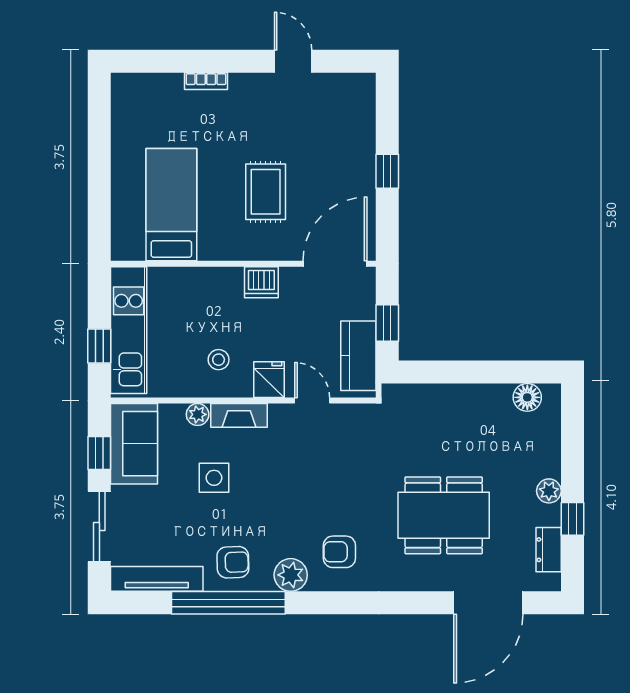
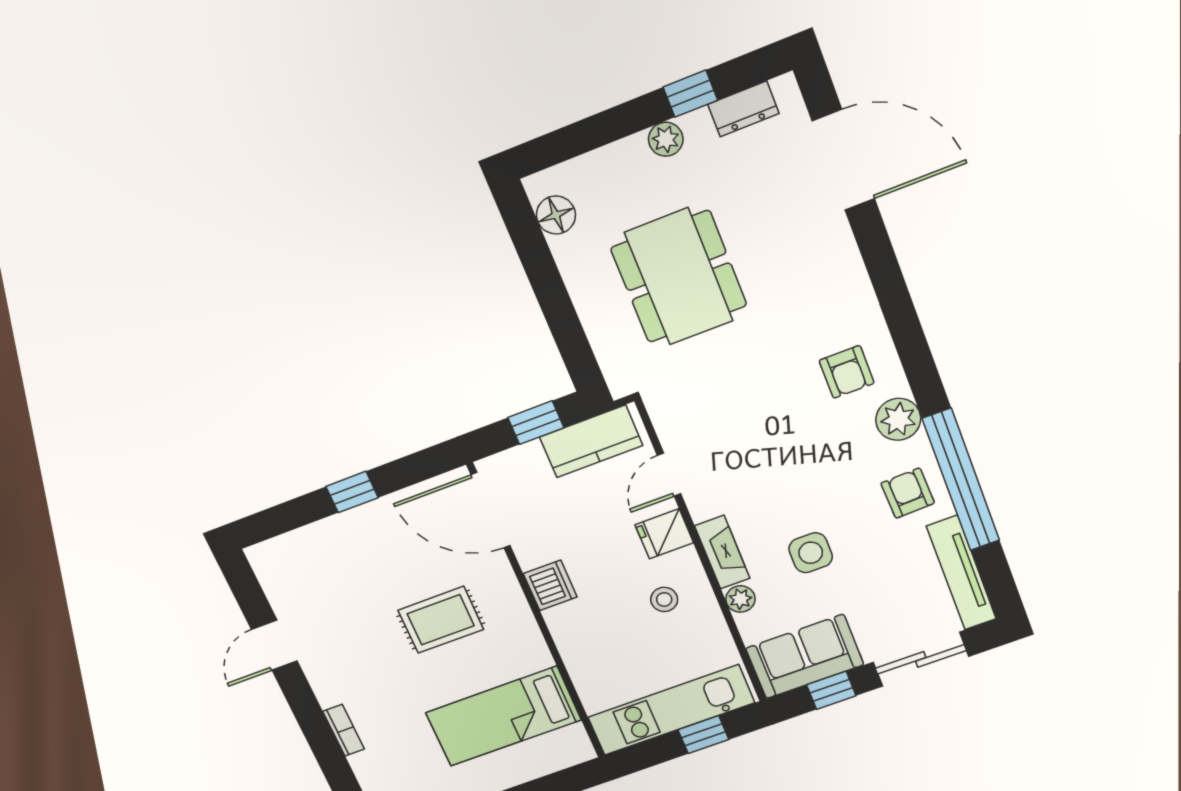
dining table: (444, 515) -> (679, 277), moved

